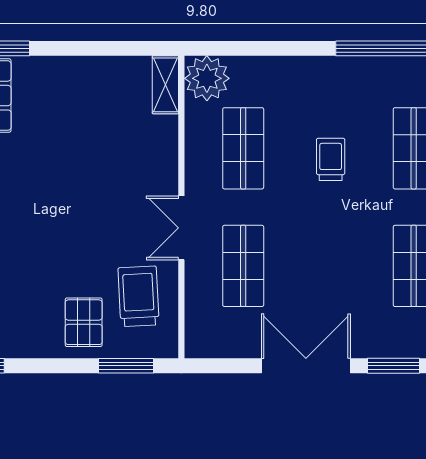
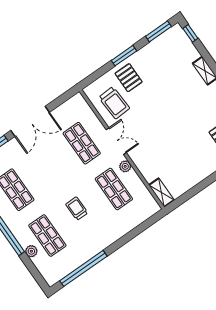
plant: (207, 78) -> (125, 166), moved, width x0.53, depth x0.53
trolley: (331, 159) -> (77, 209), turned 180
window: (126, 366) -> (124, 56), moved

